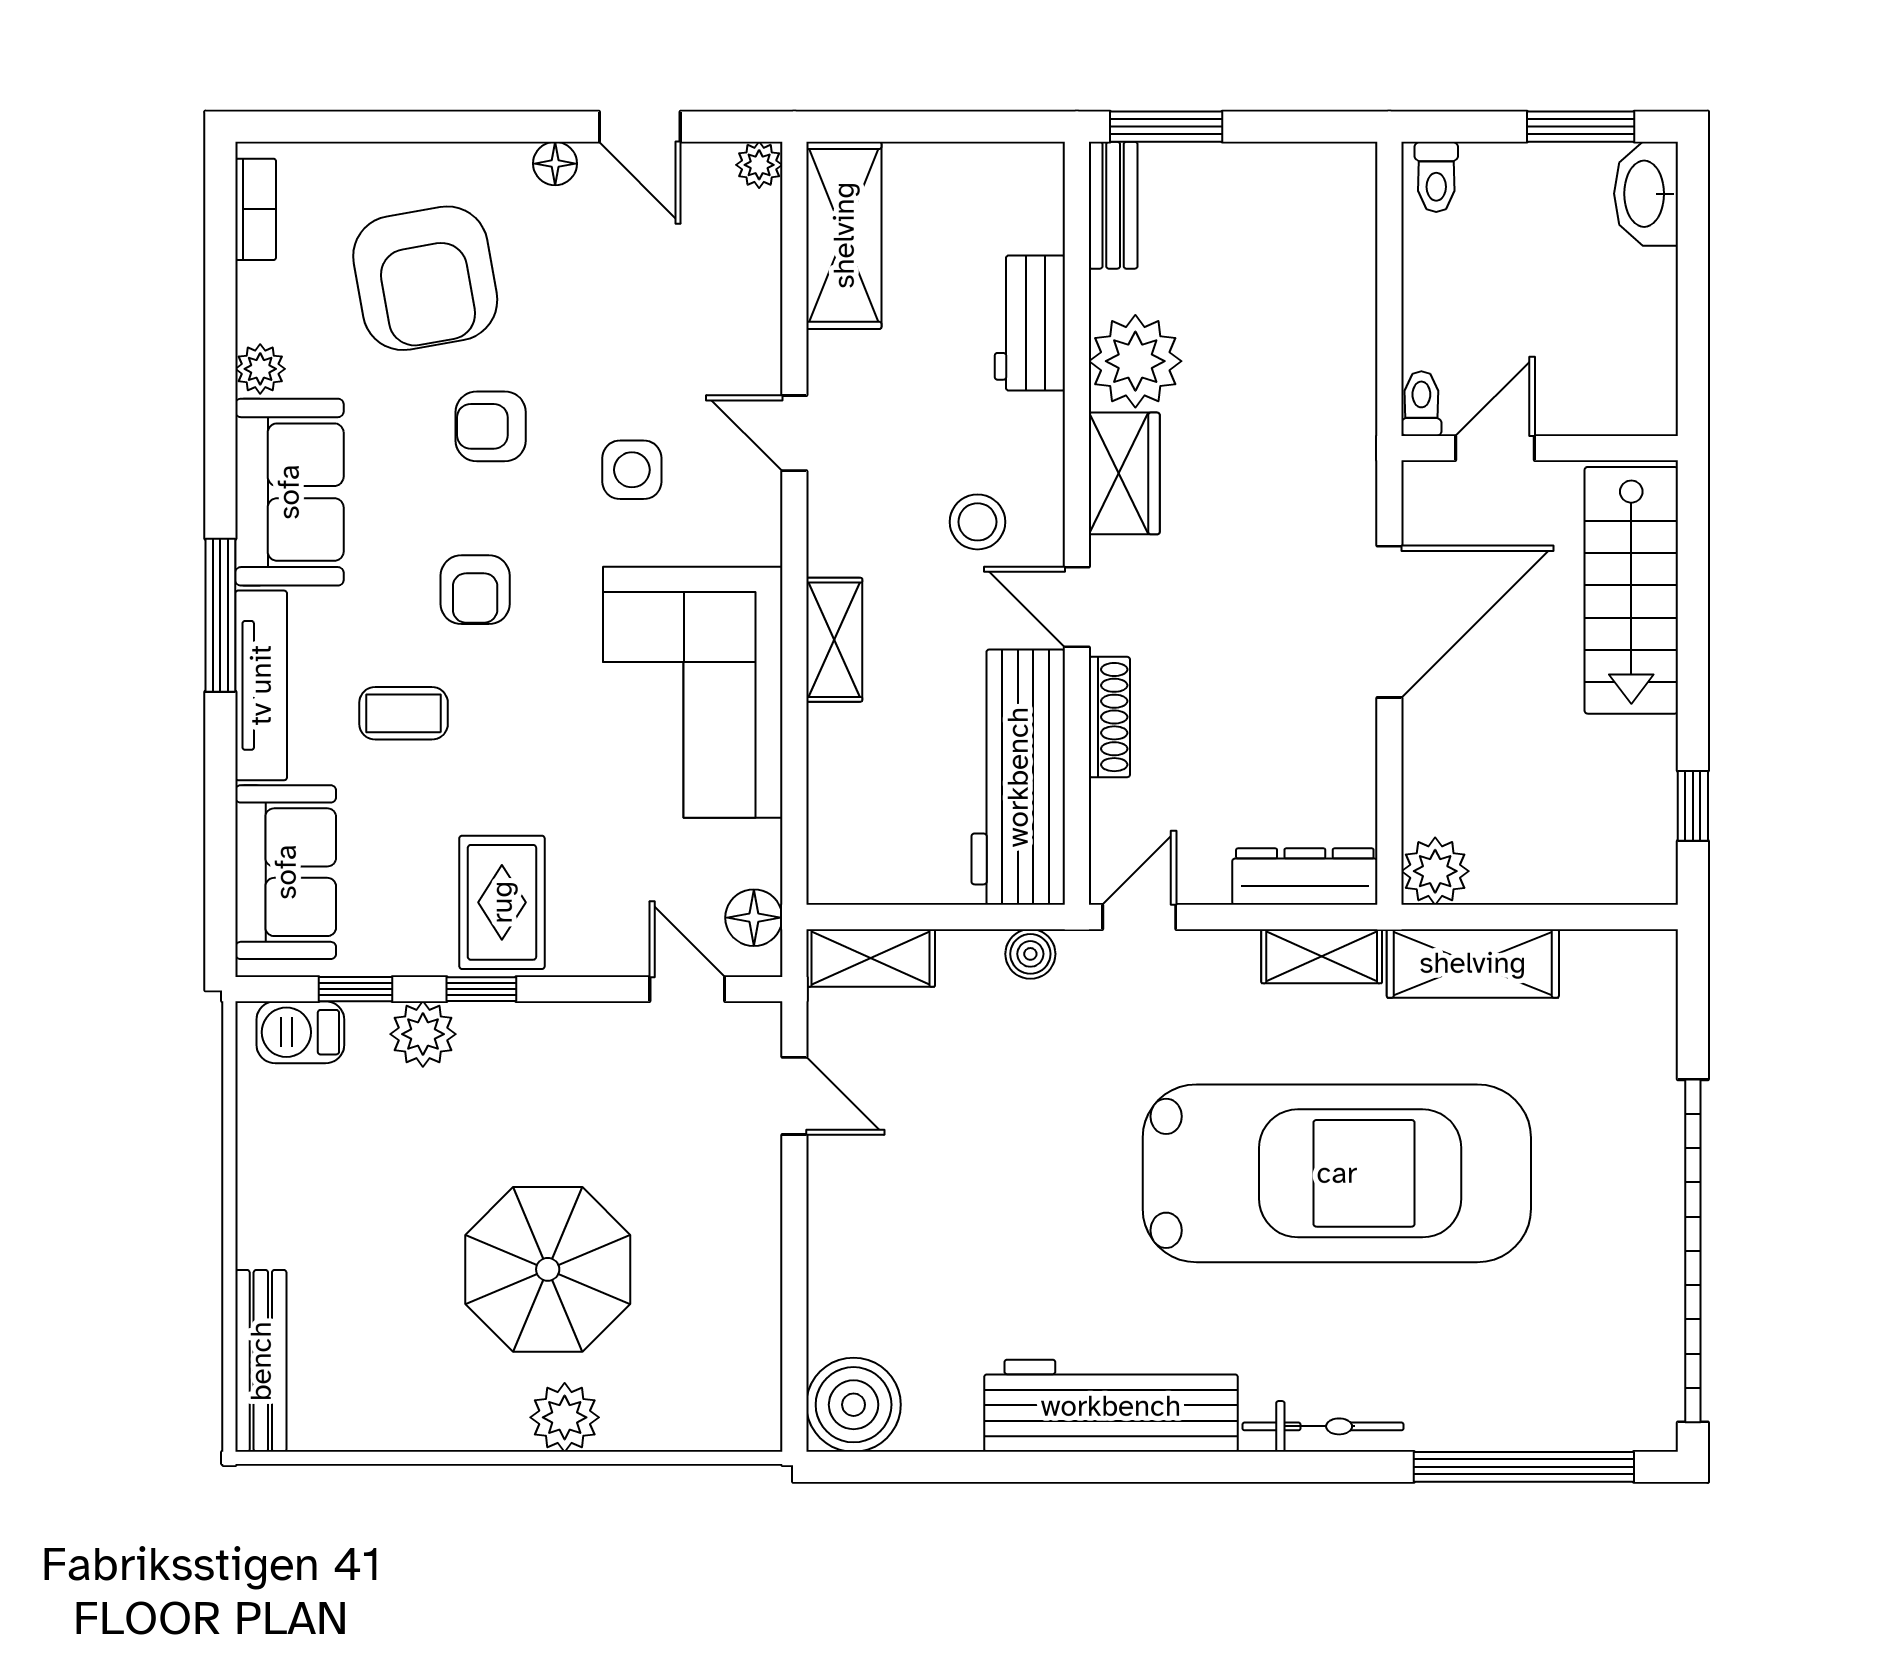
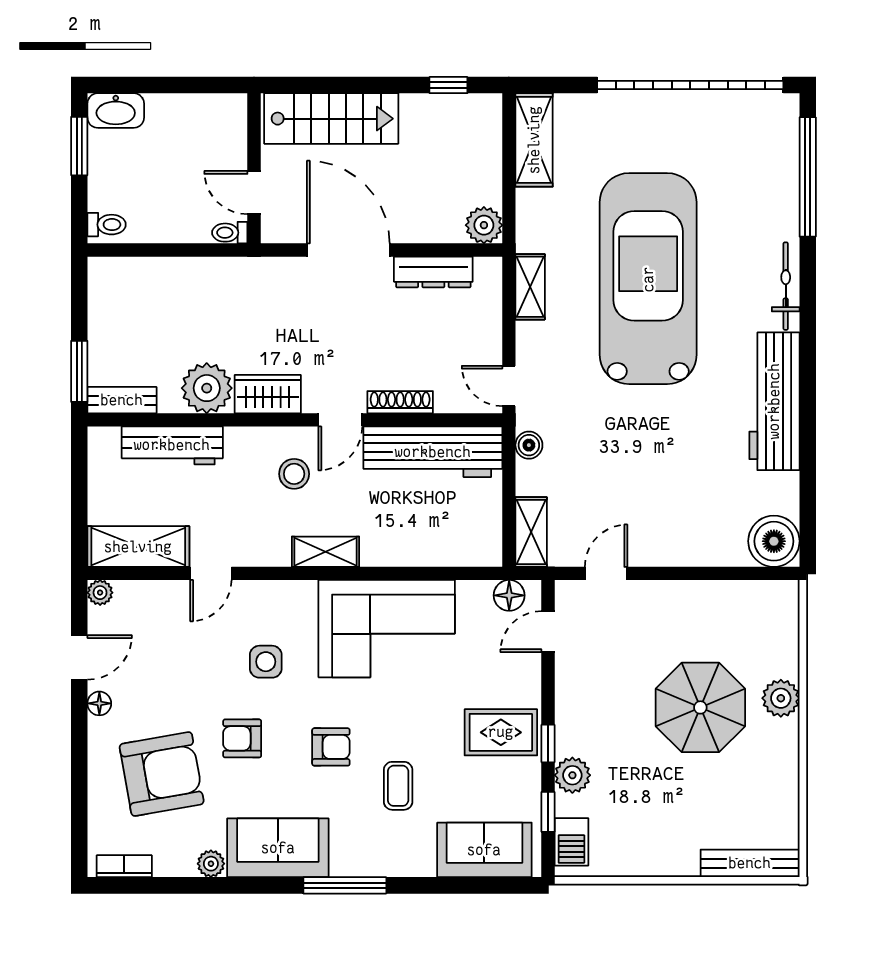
workbench: (1030, 323) -> (172, 445), width x1.38
armchair: (491, 426) -> (242, 738), turned 90
door: (794, 433) -> (211, 573), moved
shelving: (834, 640) -> (326, 552), moved
tv unit: (261, 685) -> (383, 863), removed
dresser: (1305, 877) -> (433, 272), moved, turned -90
shelving: (1473, 963) -> (534, 140), moved

